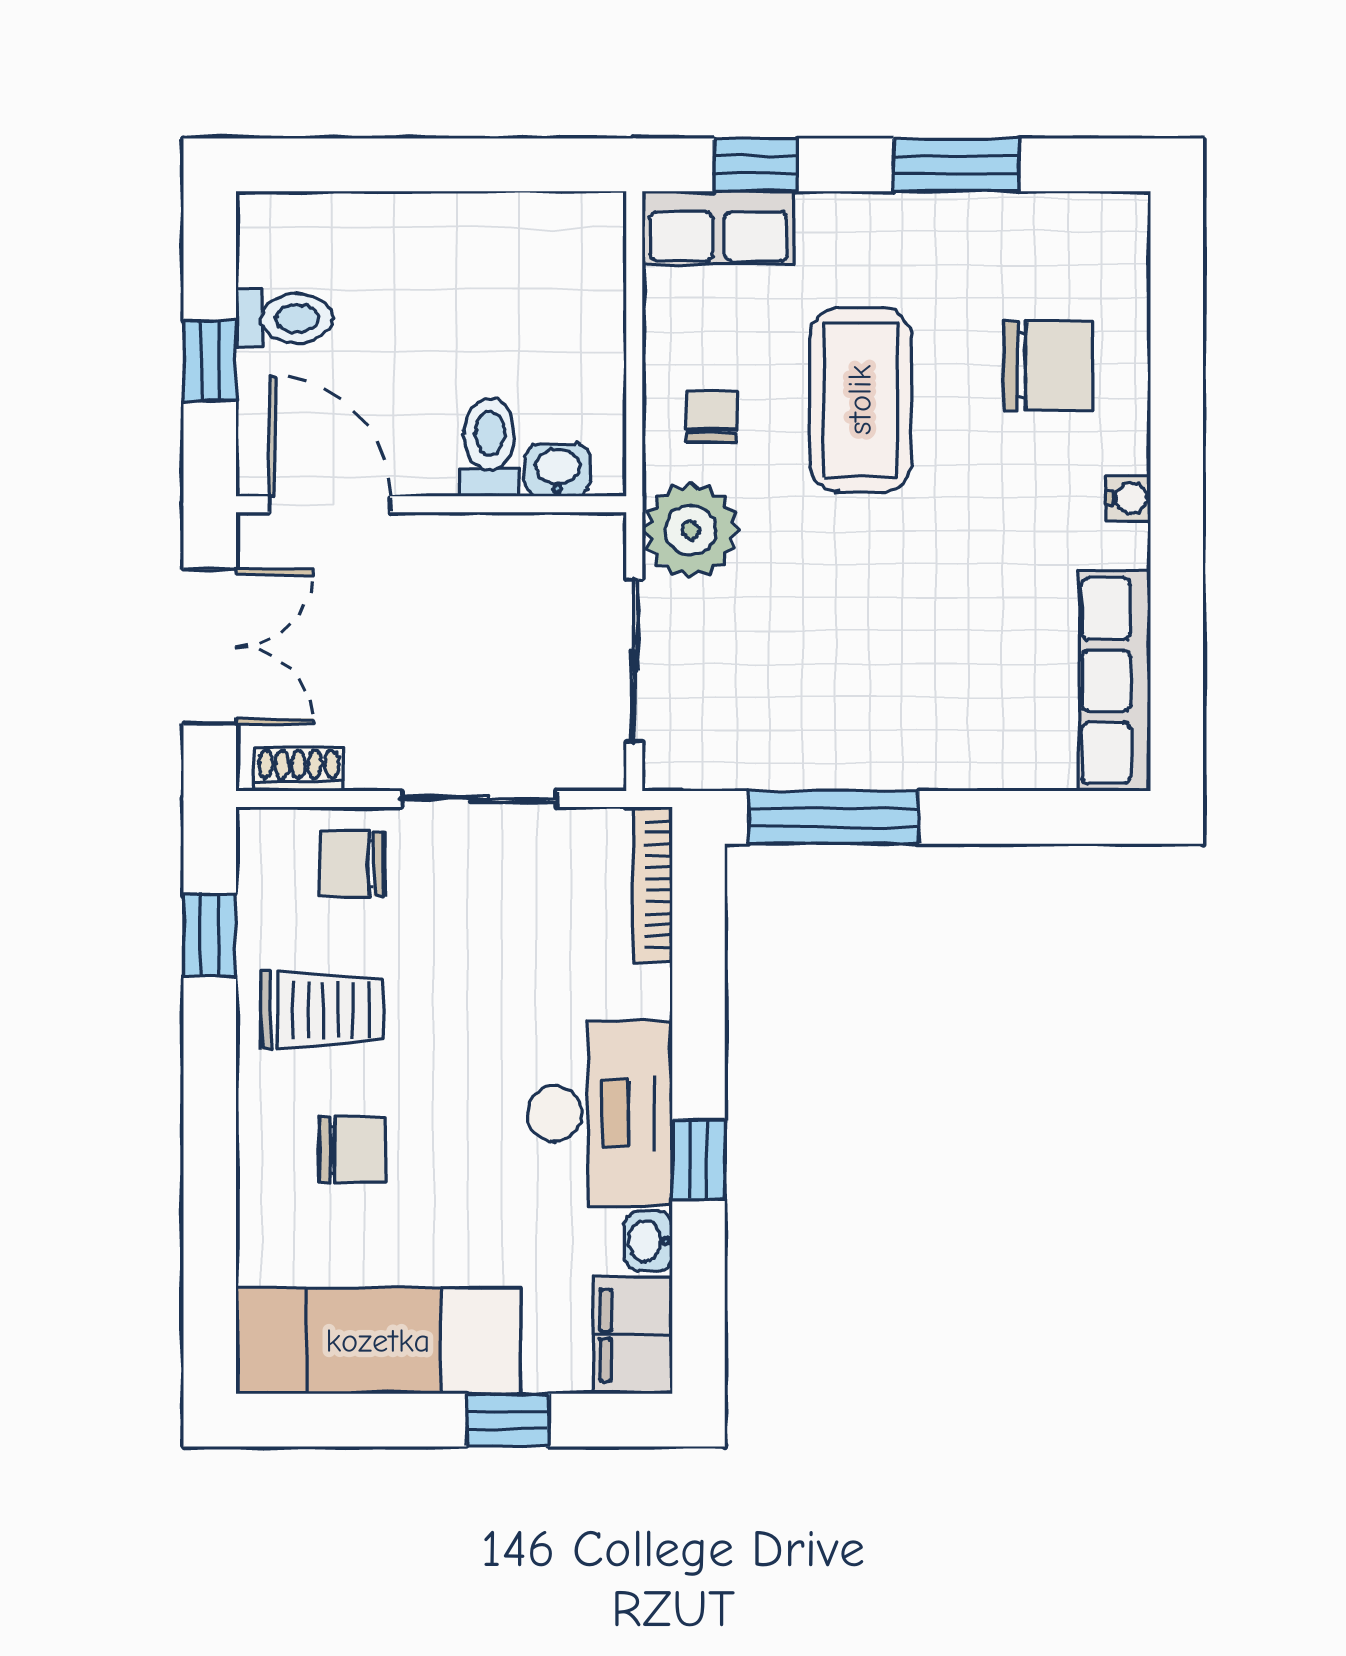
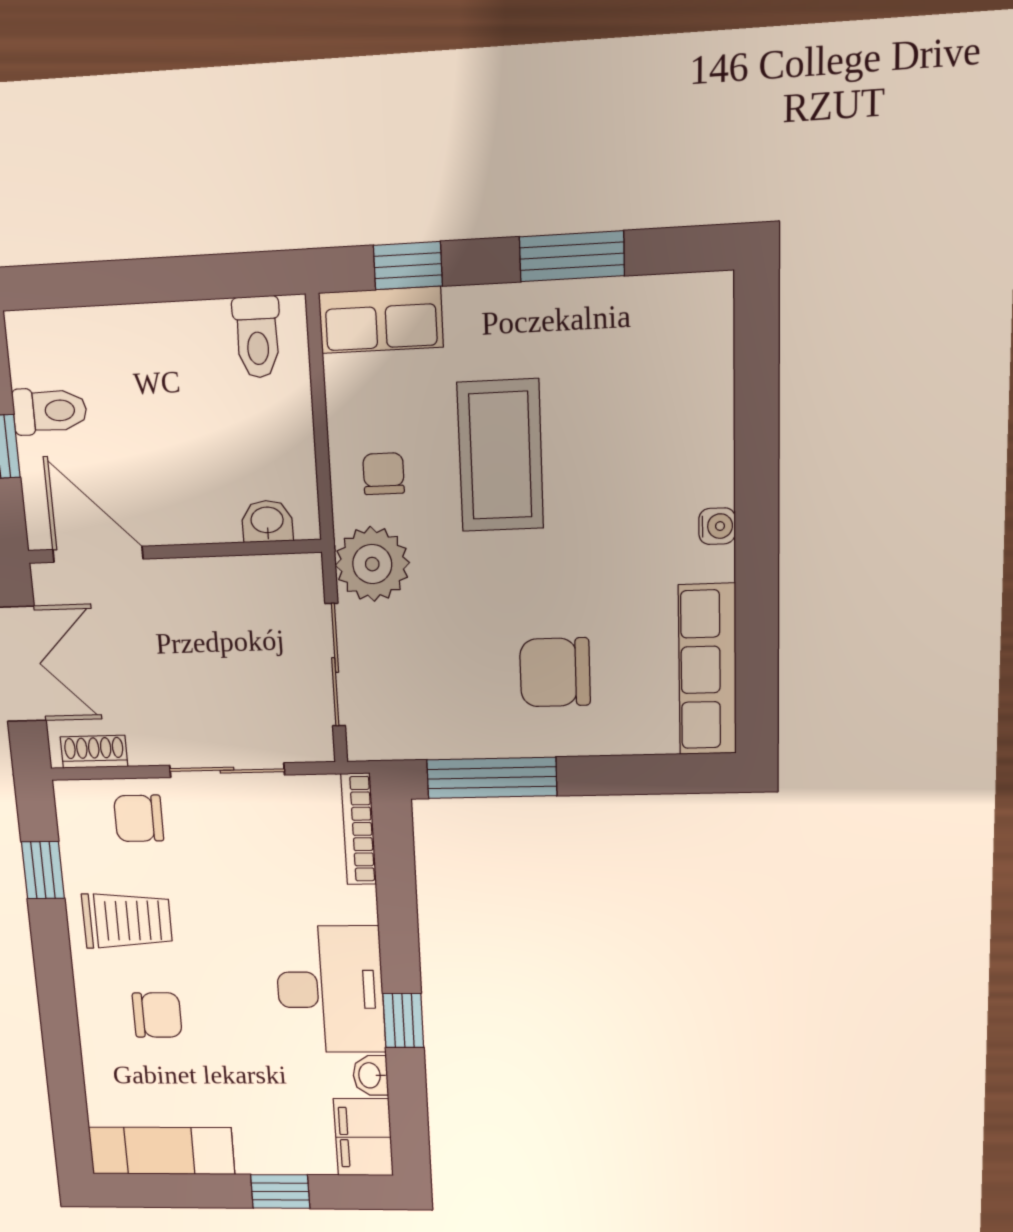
chair: (1048, 365) -> (555, 672), moved, turned 180
toilet: (490, 447) -> (257, 337), moved, turned 180
exam couch: (378, 1341) -> (162, 1151), width x0.73, depth x0.69

